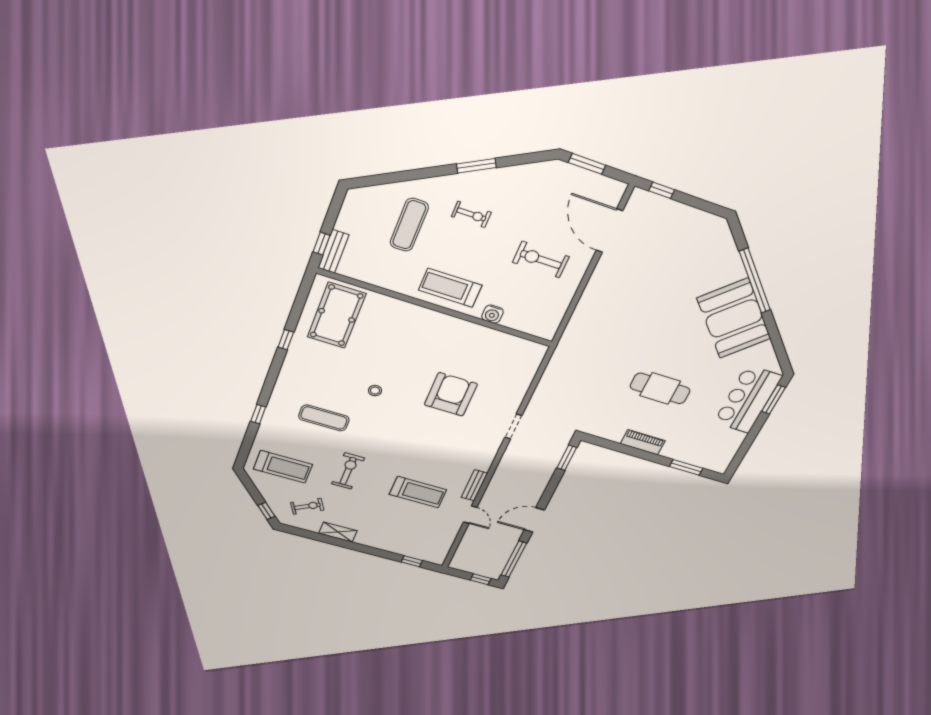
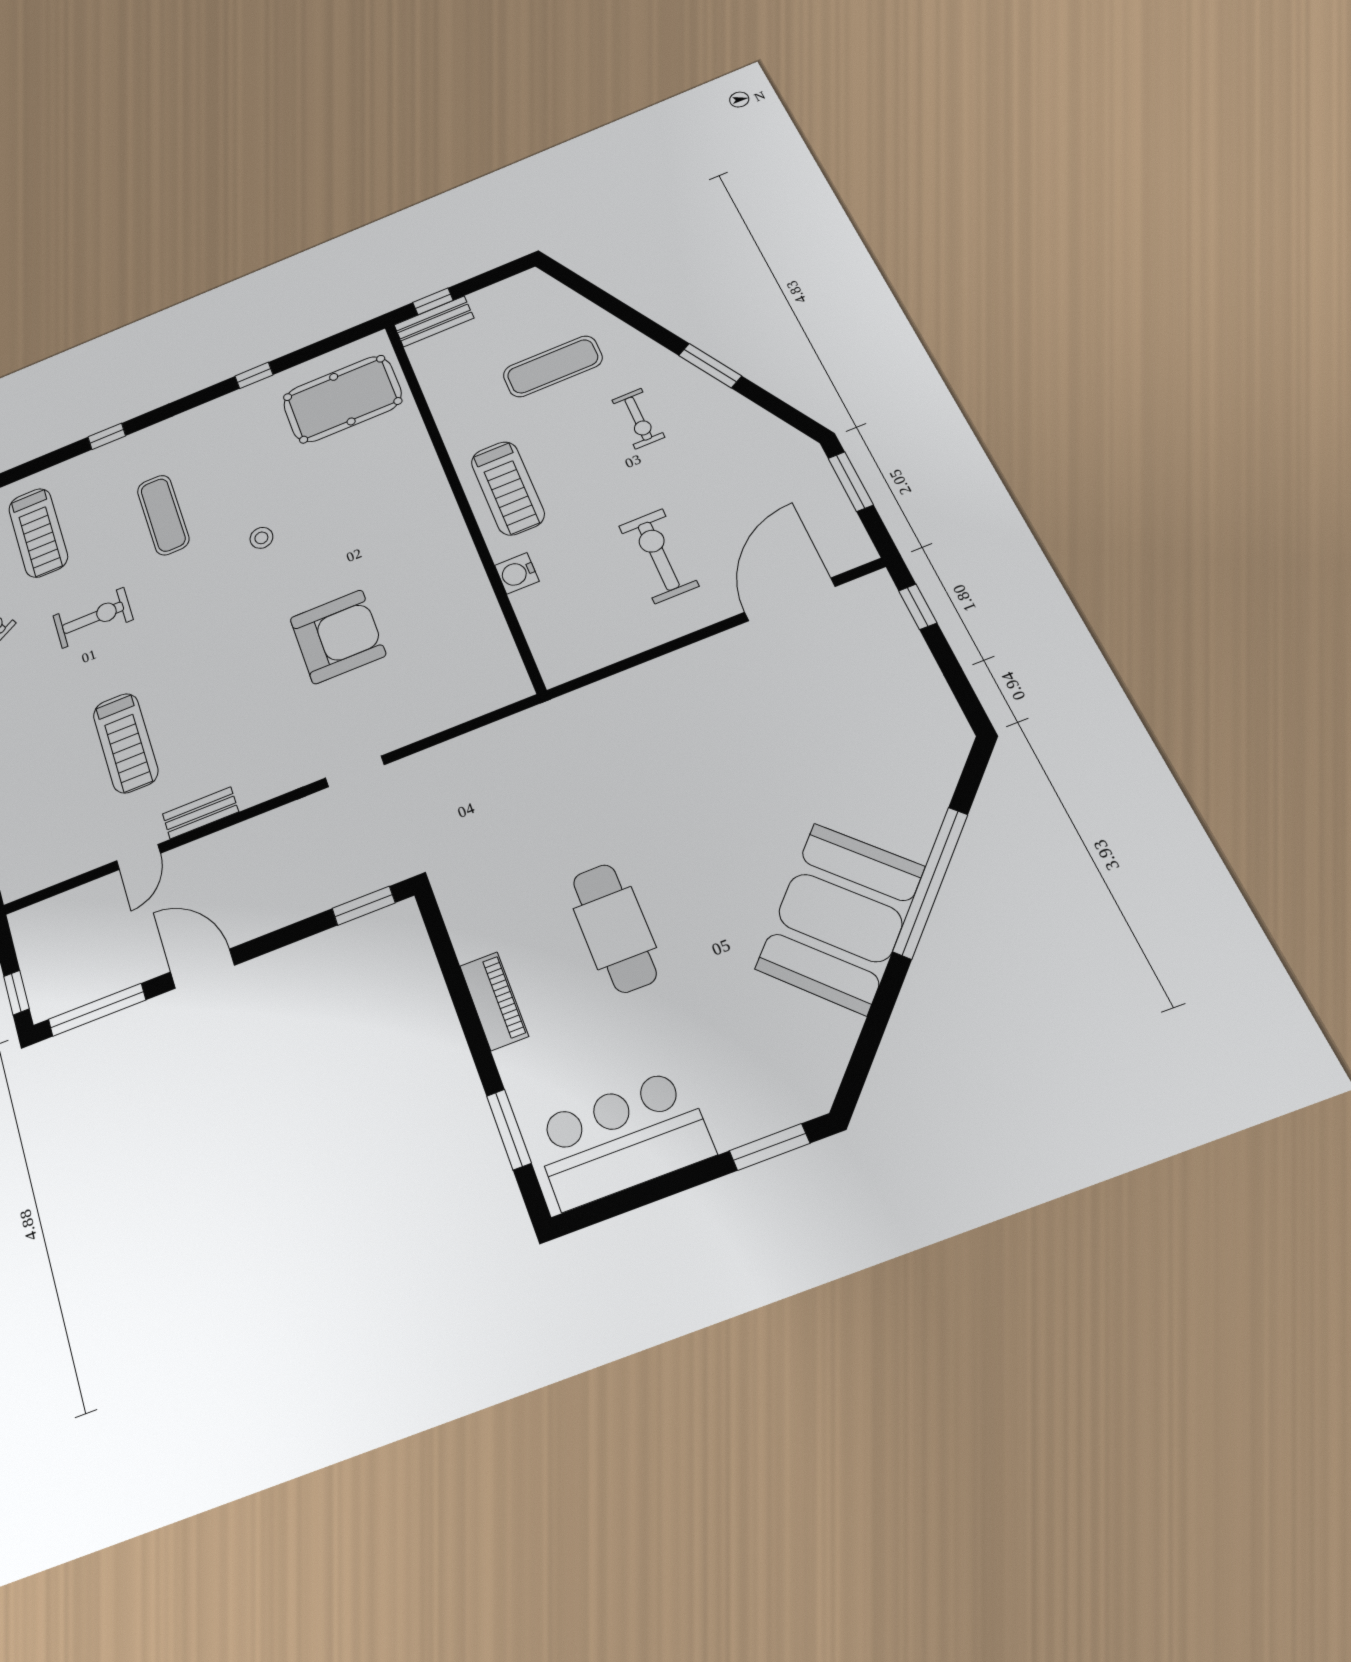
treadmill: (450, 288) -> (508, 488), turned 180
bar counter: (748, 399) -> (622, 1139), moved

